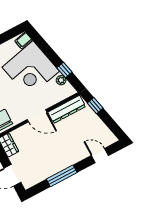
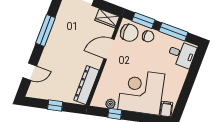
window: (95, 106) -> (55, 105), moved
door: (37, 116) -> (109, 49), moved

